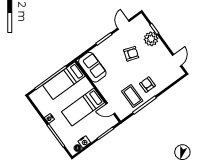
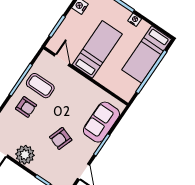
plant: (151, 39) -> (25, 155), moved
sofa: (92, 67) -> (101, 122), moved, turned 90
bed: (64, 81) -> (147, 54), moved, turned 180
door: (110, 109) -> (62, 60), hinge flipped

